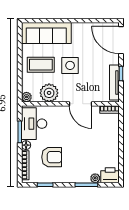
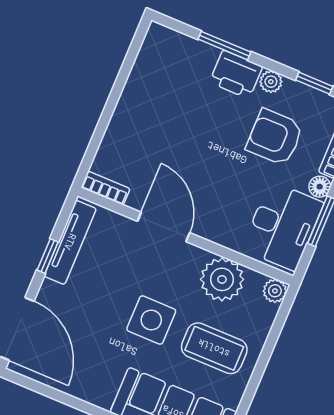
printer: (110, 175) -> (236, 74), moved
plant: (95, 178) -> (271, 82), moved

